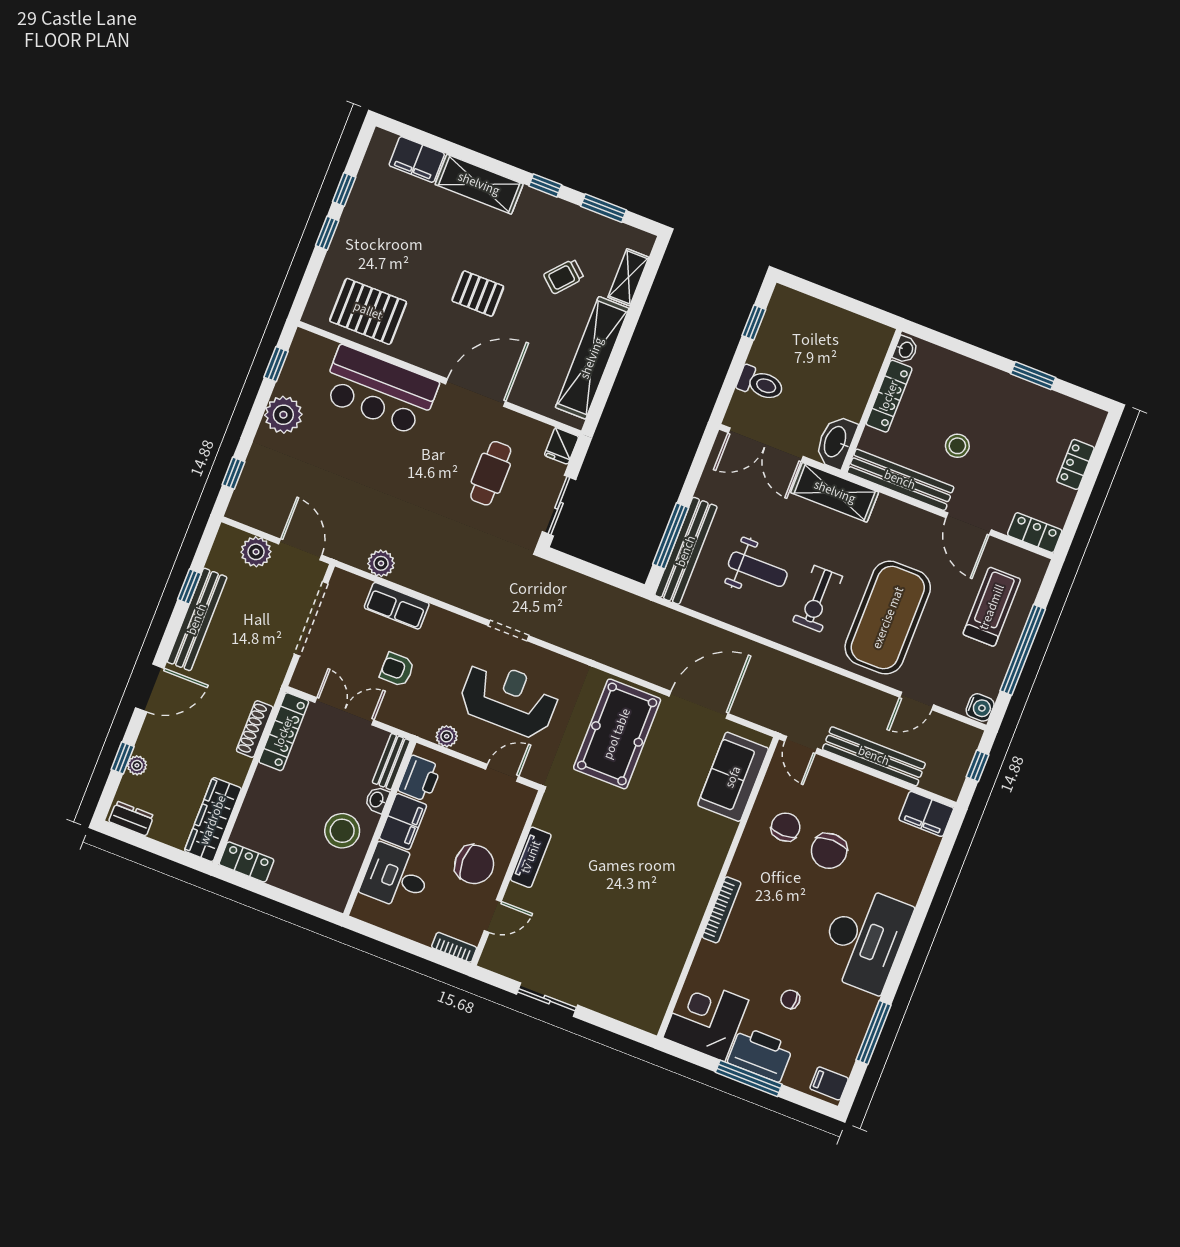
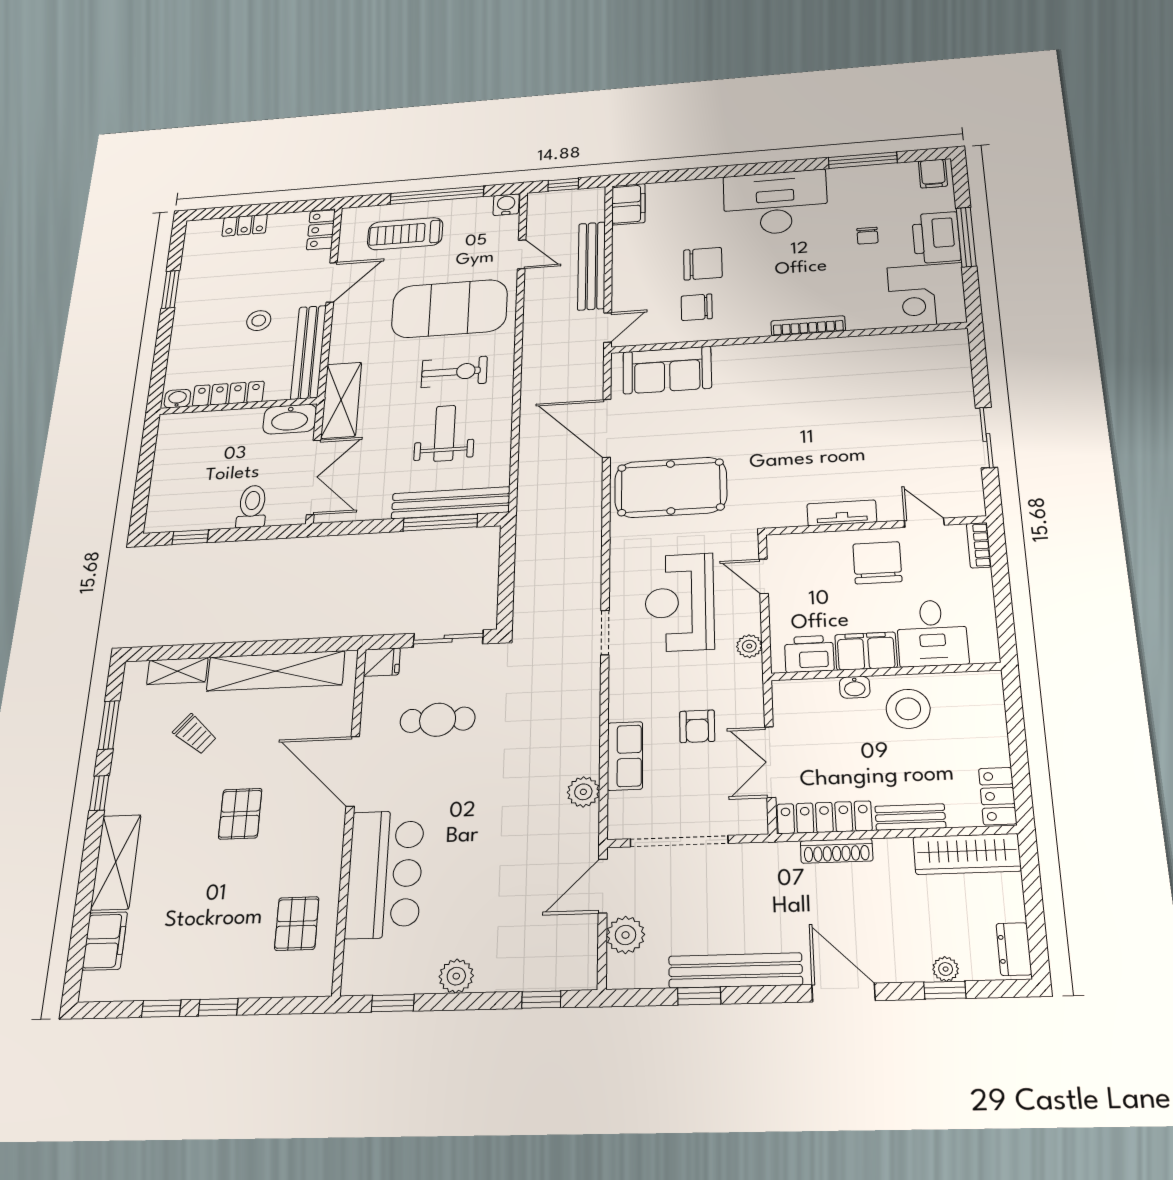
pallet: (368, 311) -> (297, 923), width x0.67, depth x0.71
plant: (283, 415) -> (456, 976), width x0.73, depth x0.73
bench: (391, 762) -> (910, 817), moved

